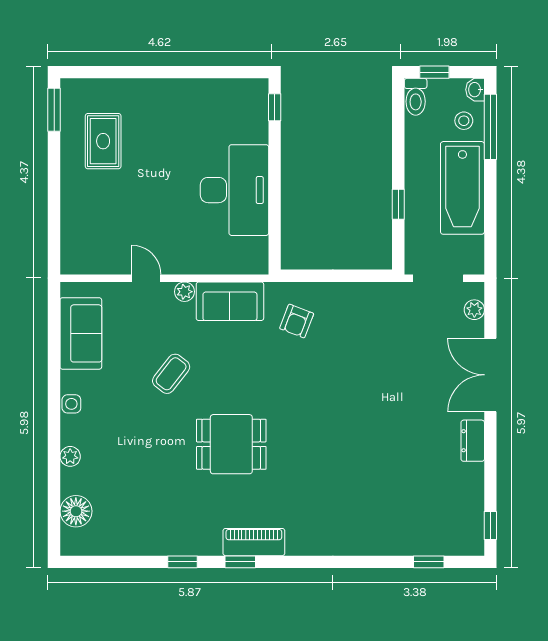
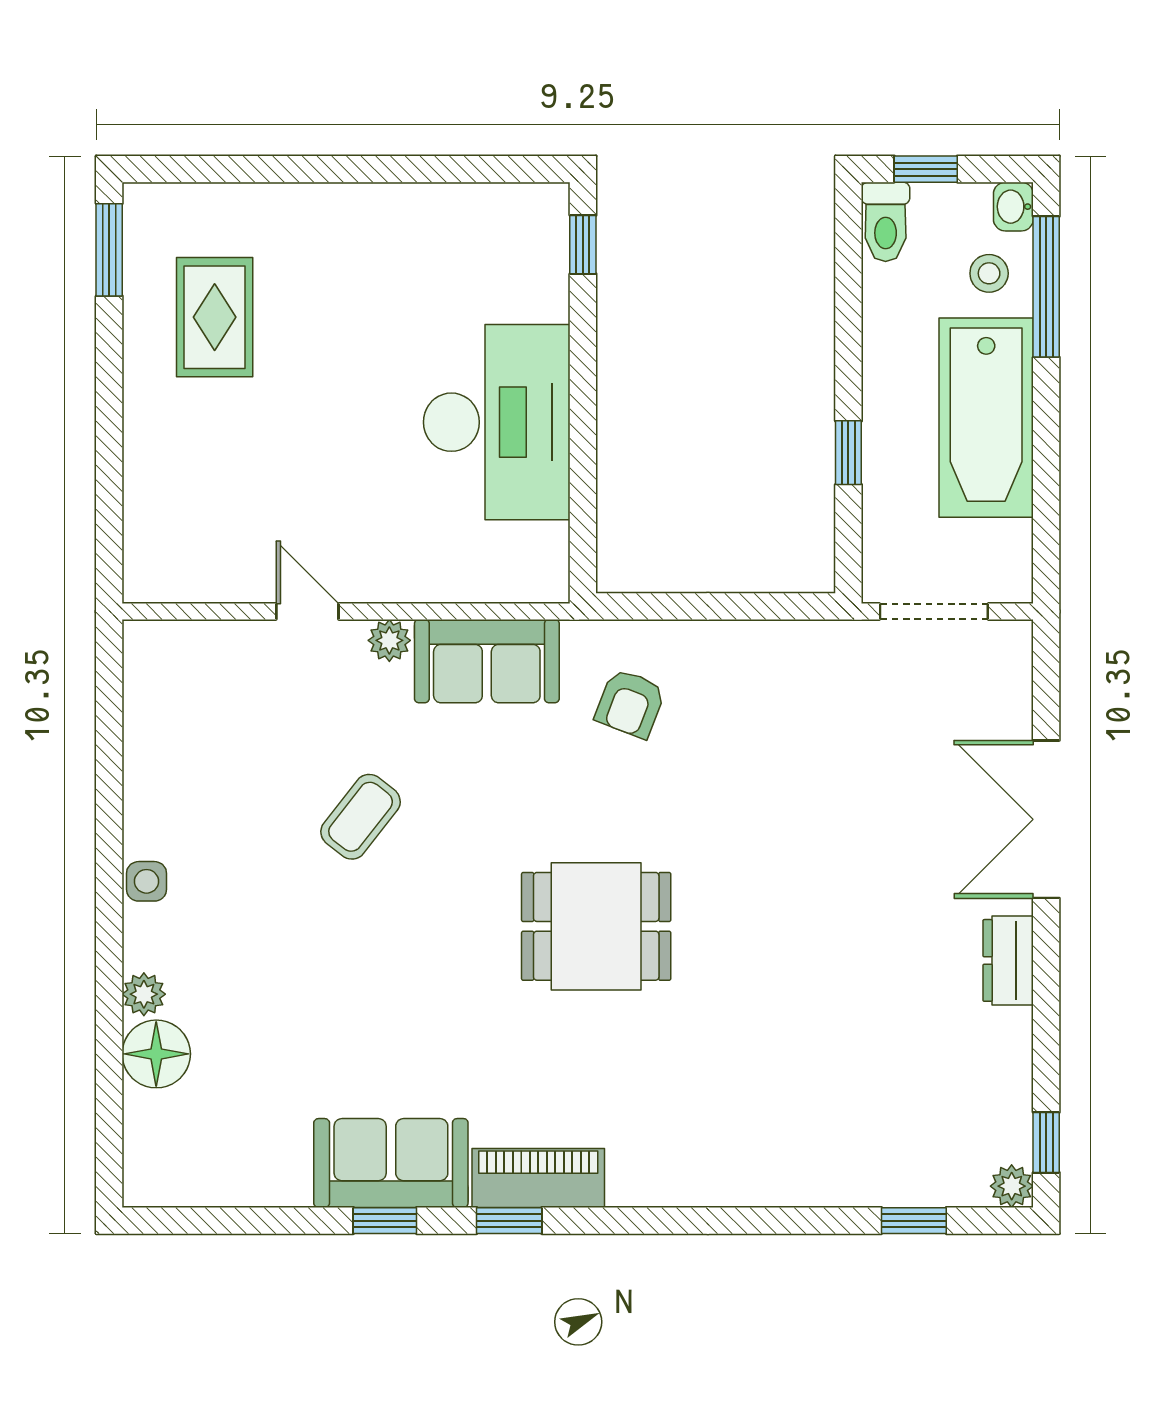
plant: (474, 310) -> (1012, 1186), moved
sofa: (81, 333) -> (391, 1163), moved, turned -90
dining table: (231, 444) -> (596, 926), moved
floor lamp: (76, 511) -> (156, 1054), moved

